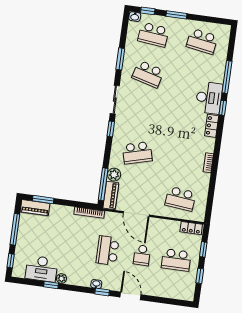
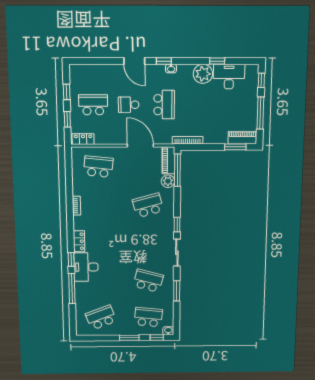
school desk: (202, 41) -> (101, 318), turned -30
school desk: (142, 255) -> (129, 105), turned -90
plant: (61, 279) -> (203, 74), width x1.88, depth x1.88

